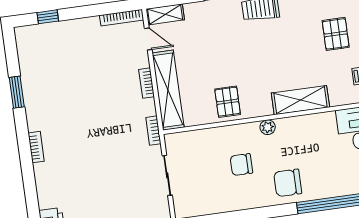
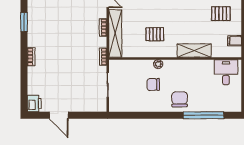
pallet: (336, 34) -> (221, 14), turned 90
pallet: (228, 102) -> (155, 34), moved, turned 90
plant: (268, 127) -> (158, 64), moved
chair: (288, 183) -> (180, 99), turned 90

